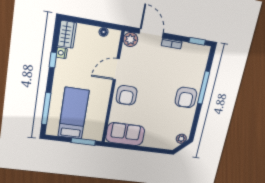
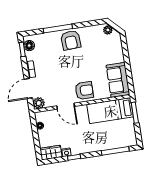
floor lamp: (198, 50) -> (29, 46), added
armchair: (186, 97) -> (71, 40), turned 87
bed: (73, 113) -> (110, 111), moved

